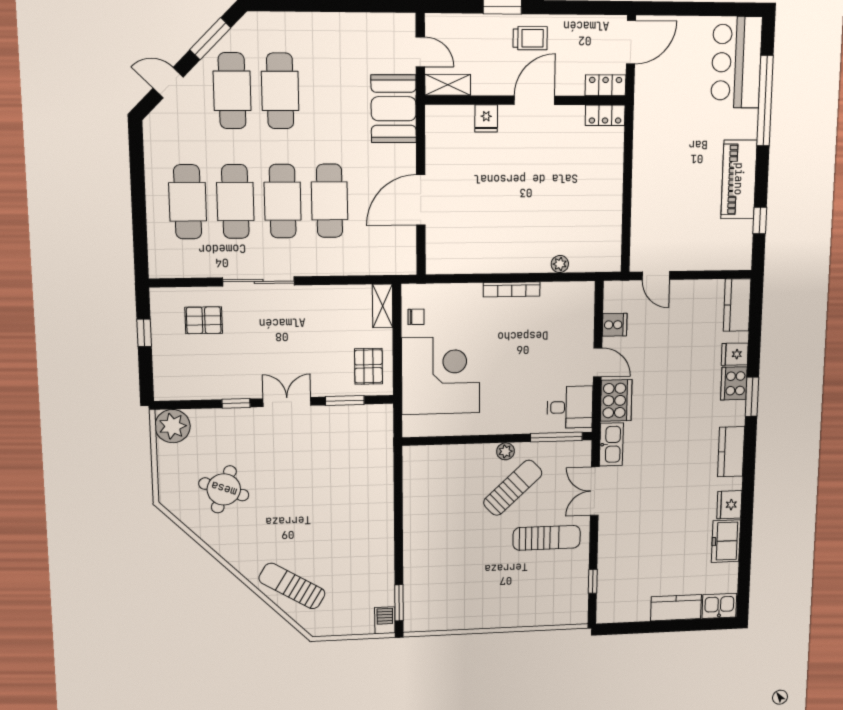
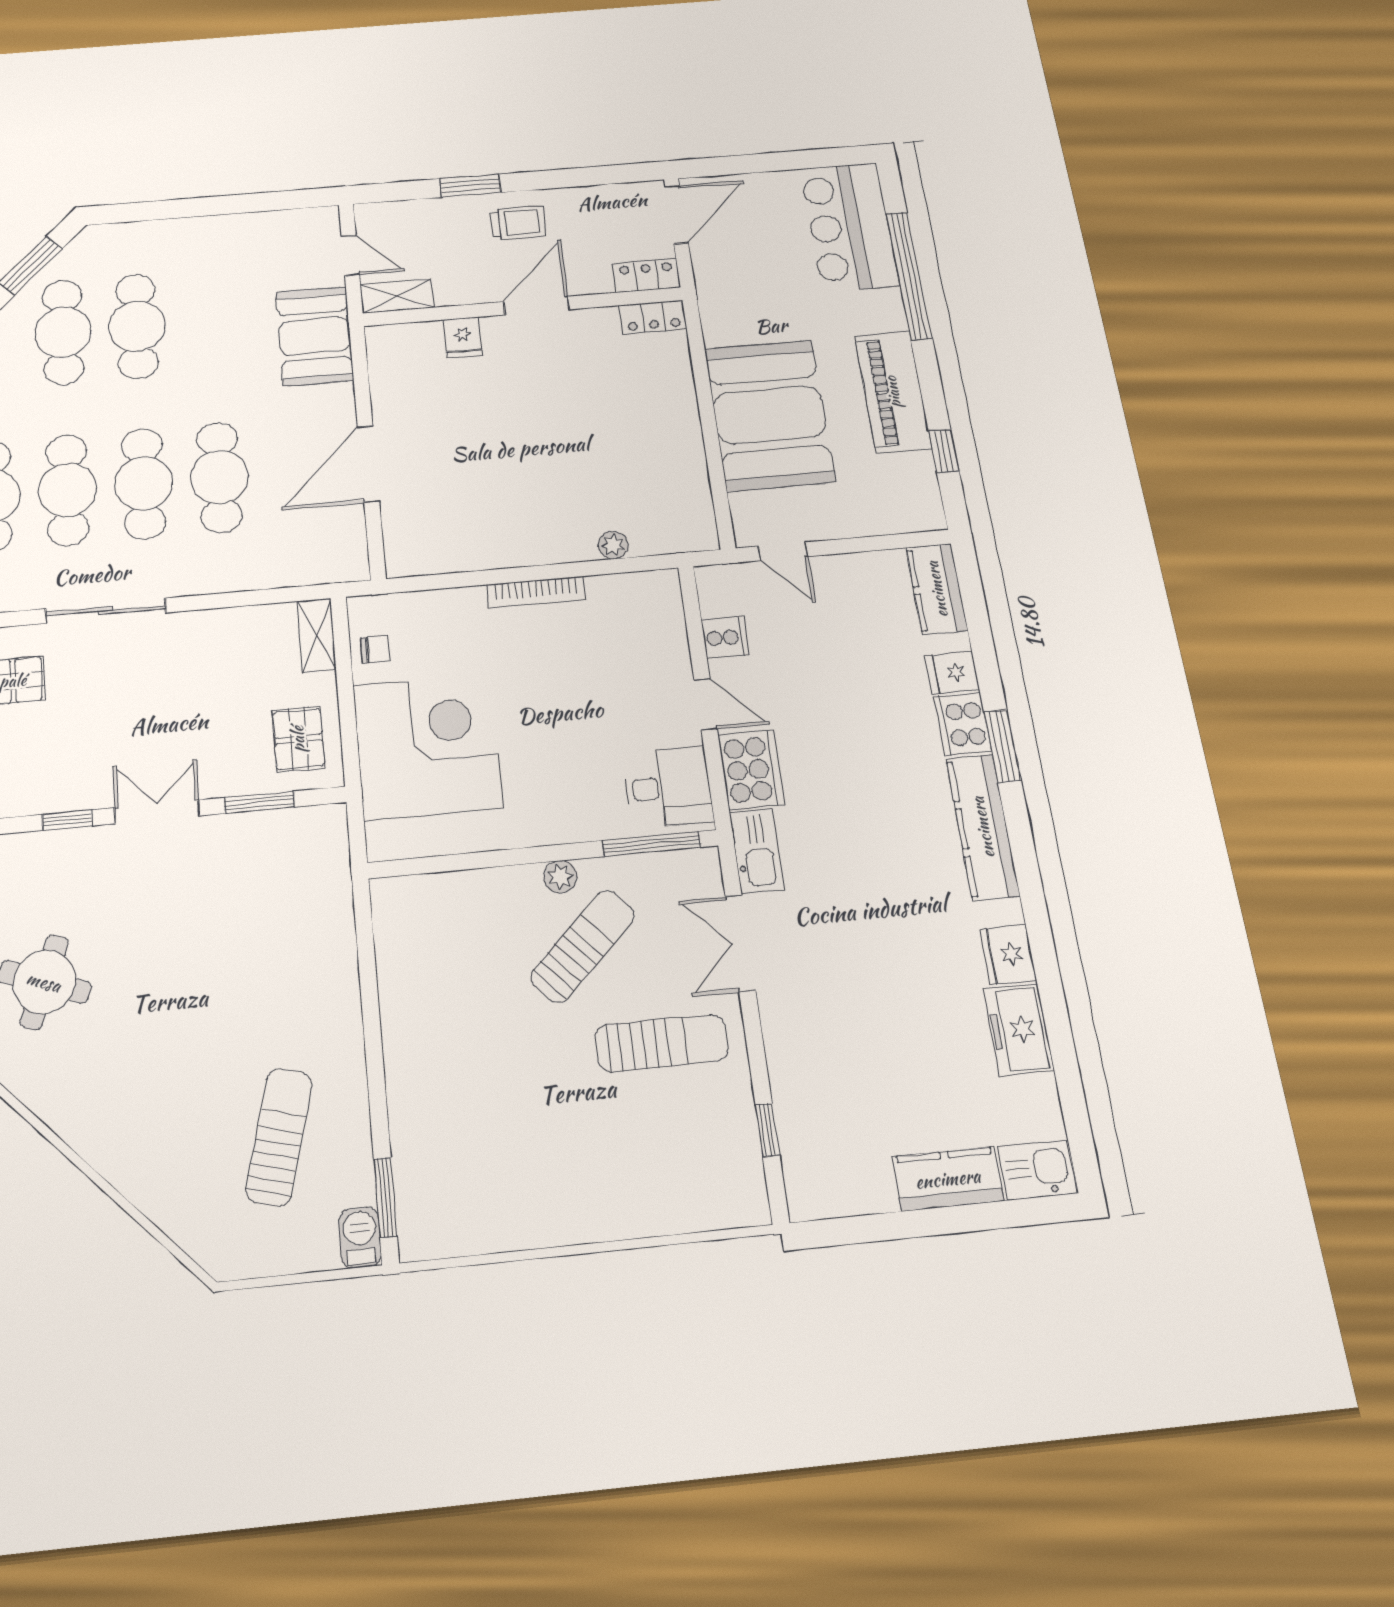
booth: (664, 188) -> (769, 415), added
kitchen counter: (731, 452) -> (983, 827), width x1.50
sun lounger: (292, 586) -> (279, 1137), moved, turned 74

